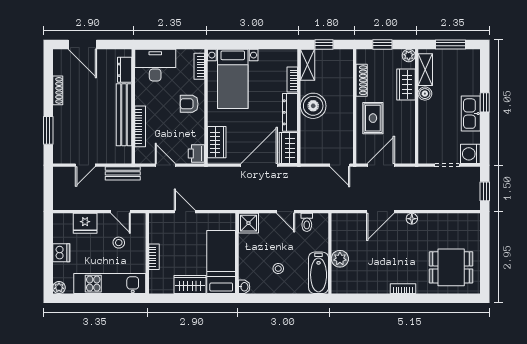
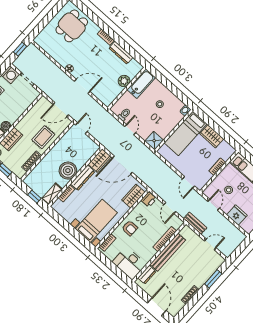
door: (185, 212) -> (189, 182), moved
dining table: (451, 267) -> (72, 26), turned 90
dresser: (371, 287) -> (121, 53), added

